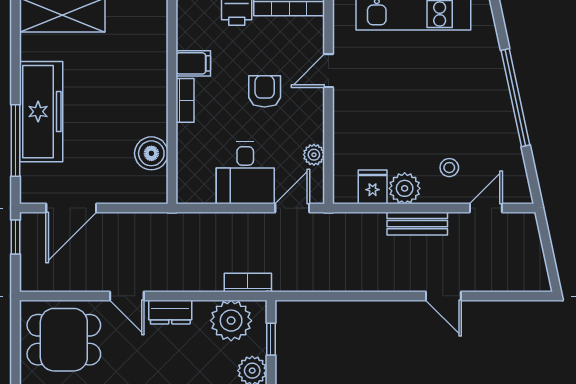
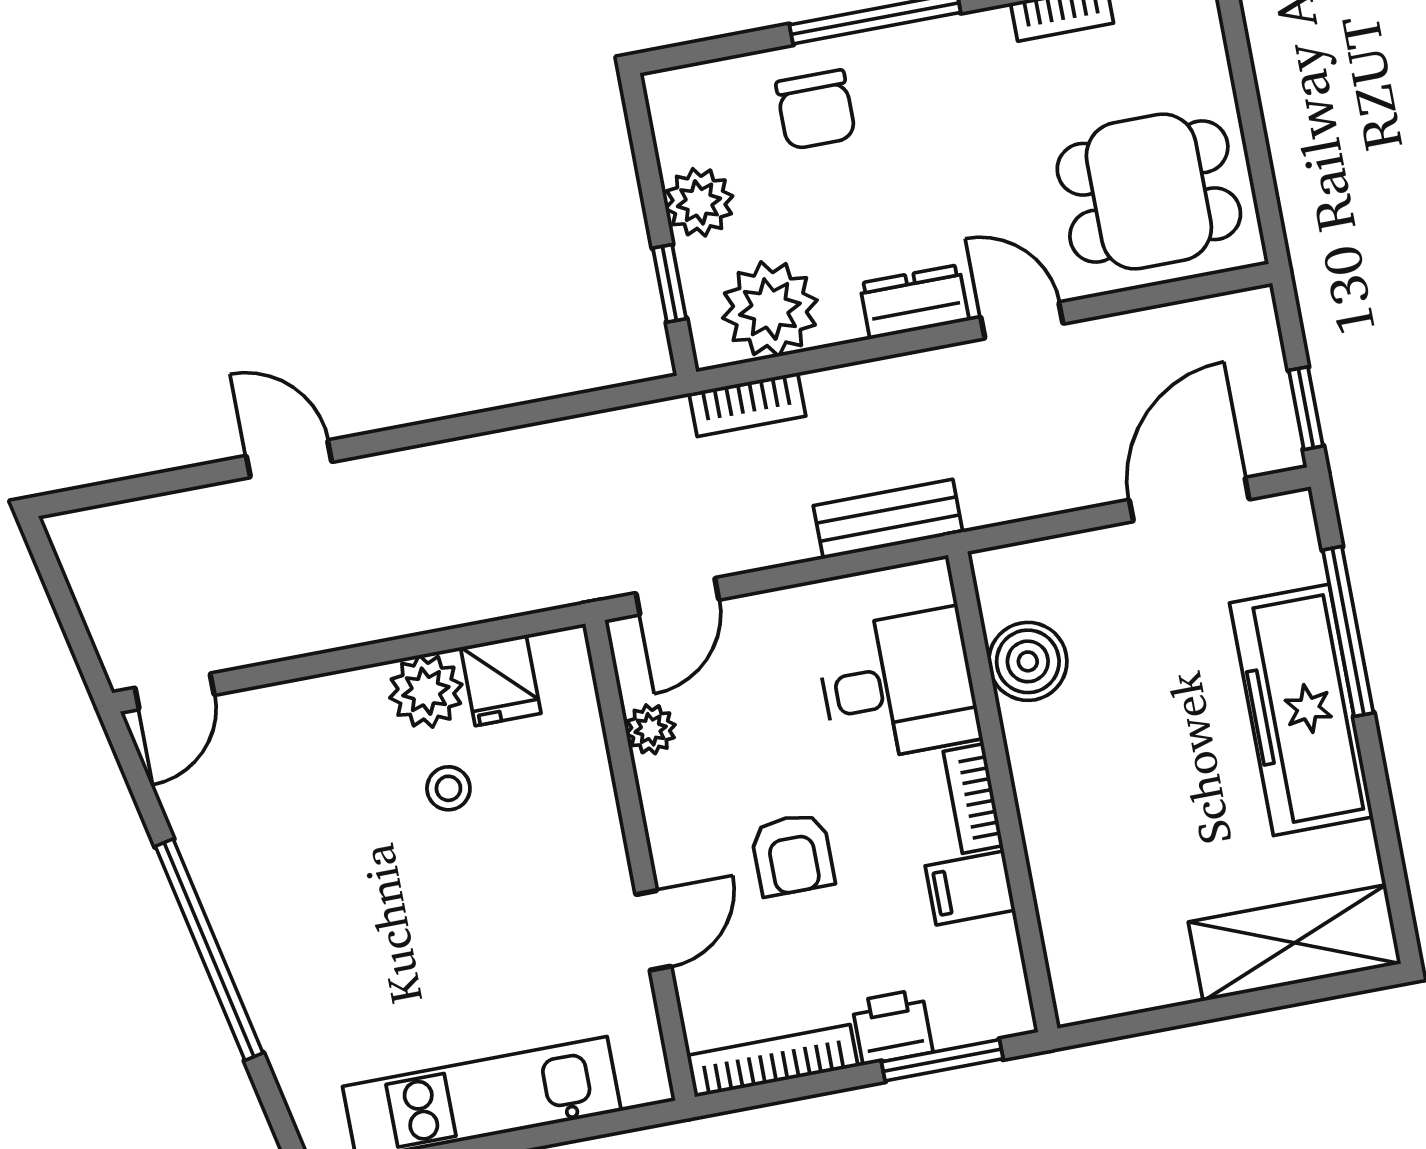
stool: (449, 168) -> (448, 788), moved
desk: (245, 173) -> (898, 685), moved, turned 90
door: (486, 208) -> (175, 691), moved
bench: (417, 224) -> (888, 519), moved

